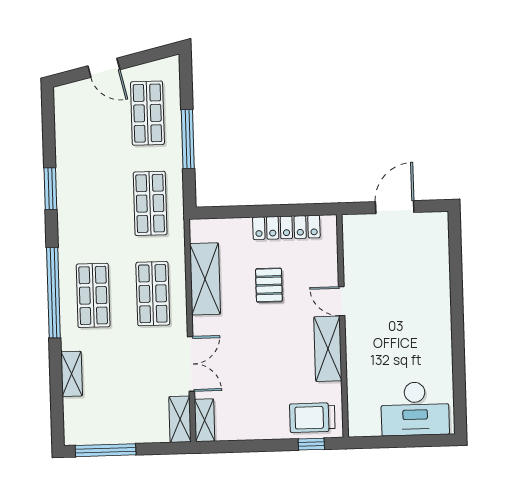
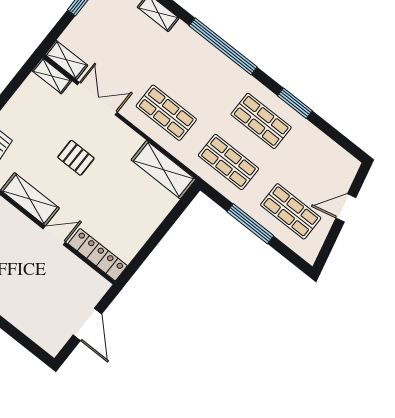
locker: (286, 227) -> (98, 255), moved, turned 90
shelving: (205, 279) -> (163, 170), moved
pallet: (269, 285) -> (76, 158), moved
shop shelf: (93, 295) -> (261, 121), moved
double door: (191, 364) -> (97, 99), swing flipped

